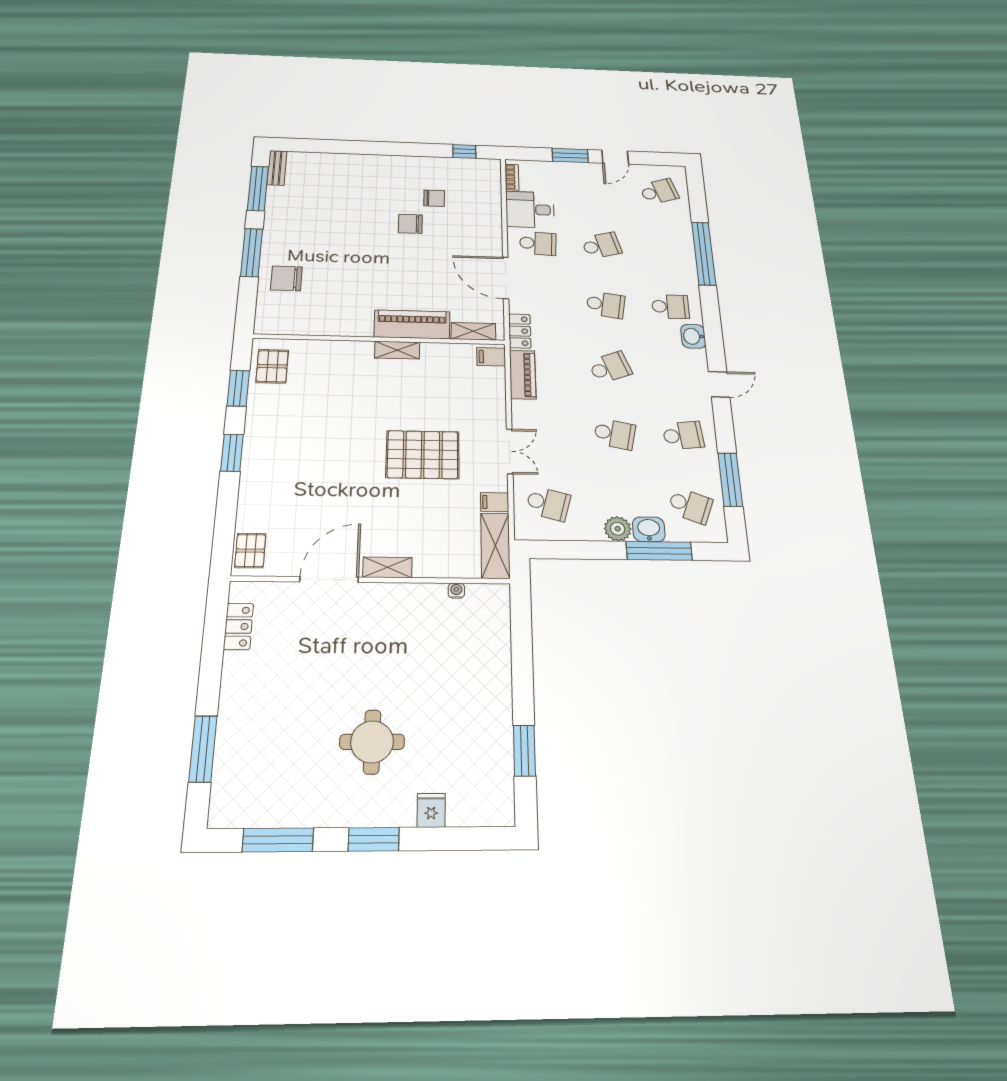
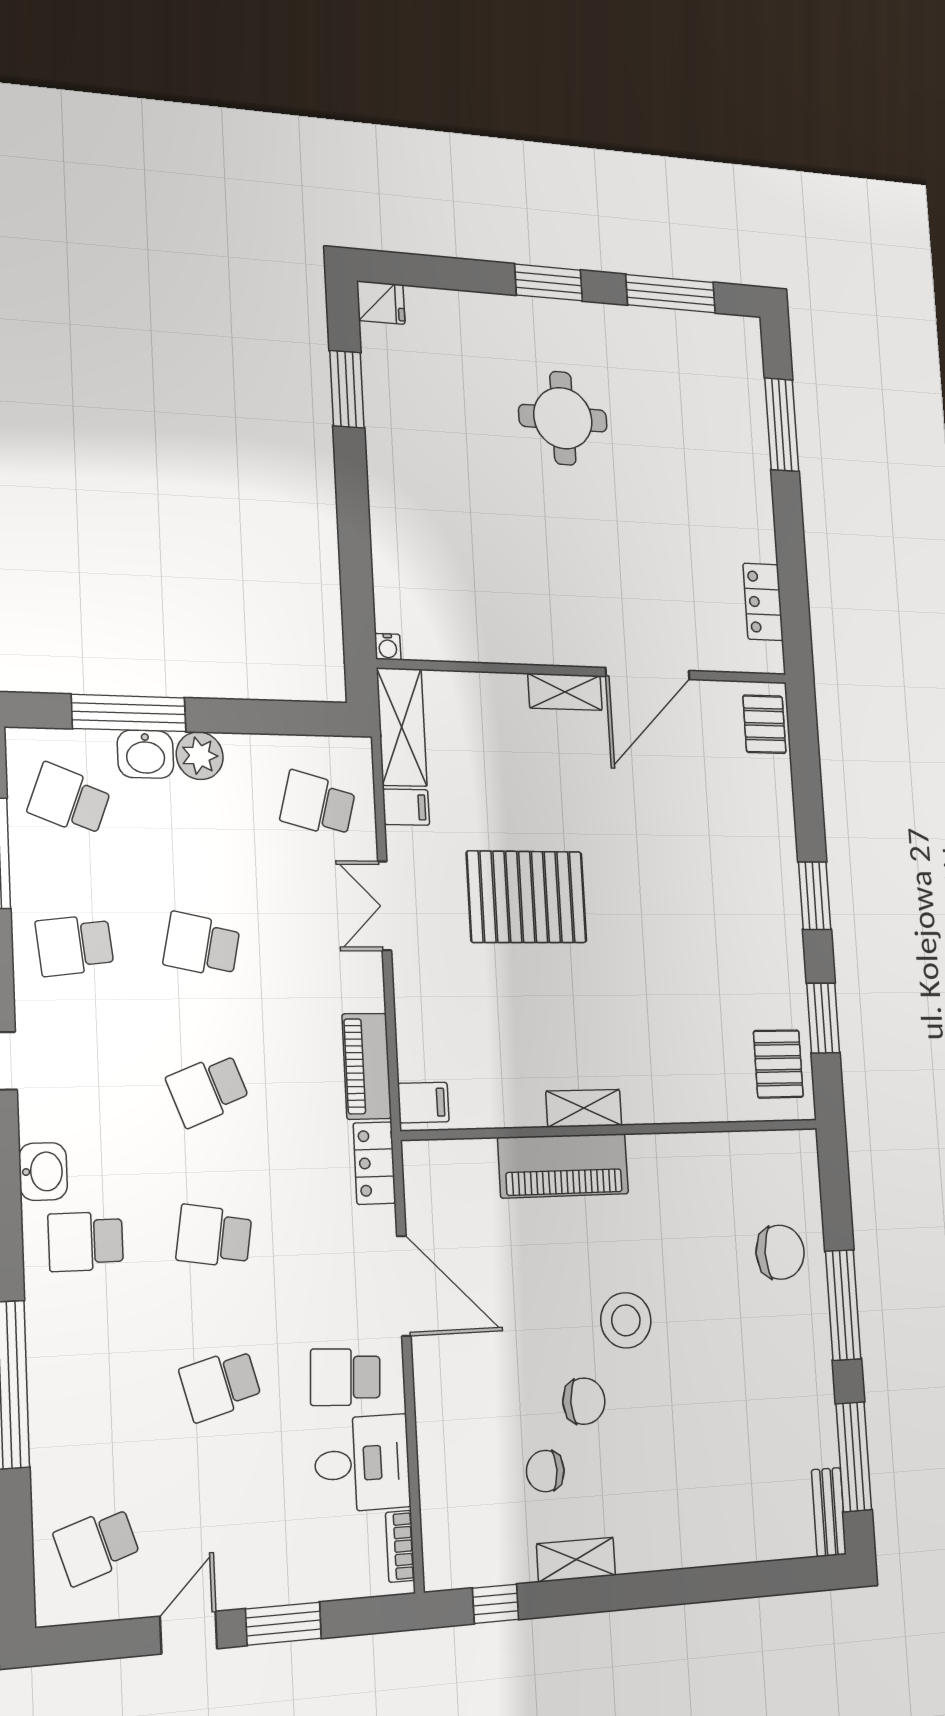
stool: (383, 255) -> (626, 1320), added
shelving: (473, 331) -> (576, 1560), moved
water cooler: (456, 591) -> (388, 647), moved
fridge: (431, 810) -> (381, 303), moved, turned -90

